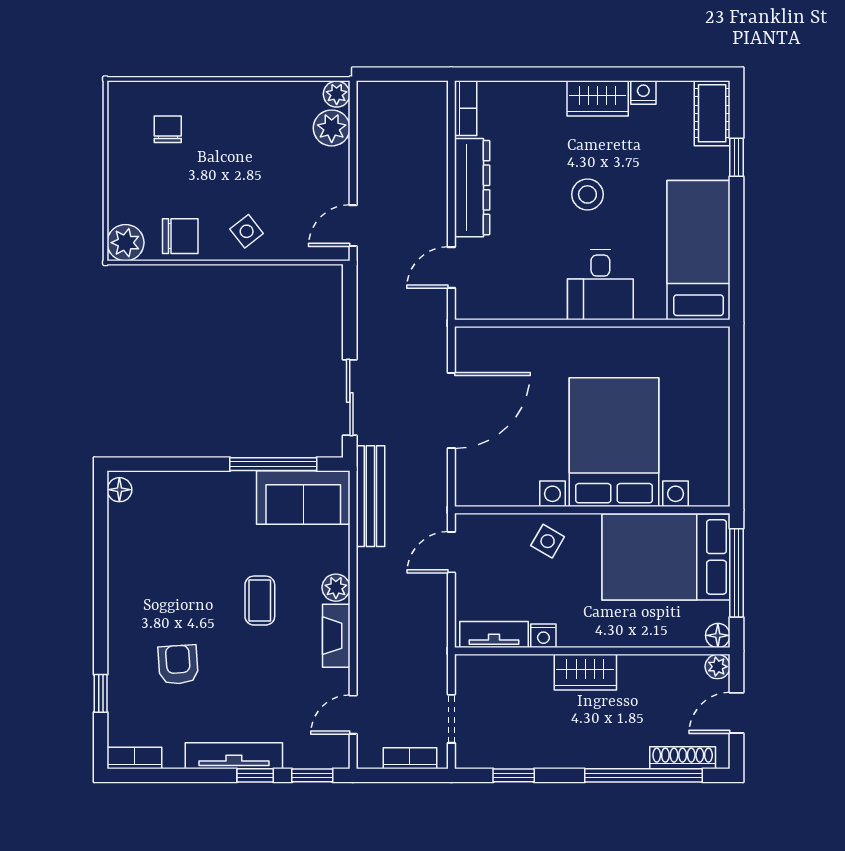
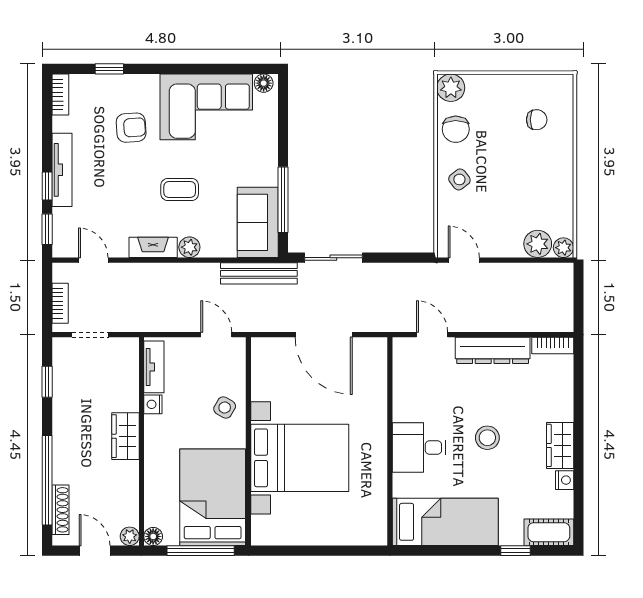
corner sofa: (151, 565) -> (206, 107), added

